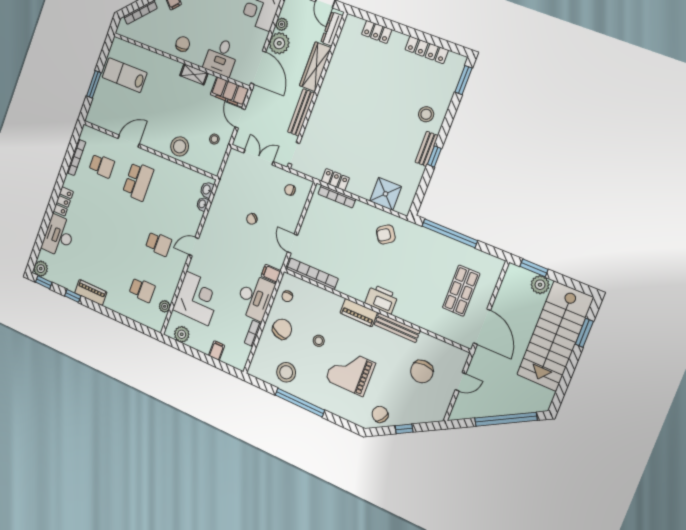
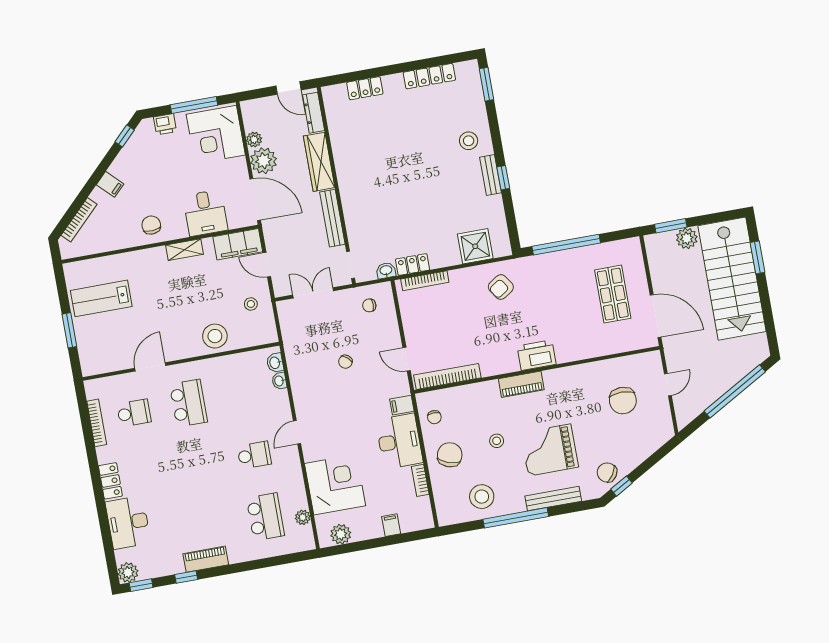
washbasin: (315, 172) -> (386, 271), added
school desk: (142, 290) -> (265, 517), width x1.85
bench: (397, 328) -> (553, 499), moved
window: (404, 429) -> (621, 486), moved

